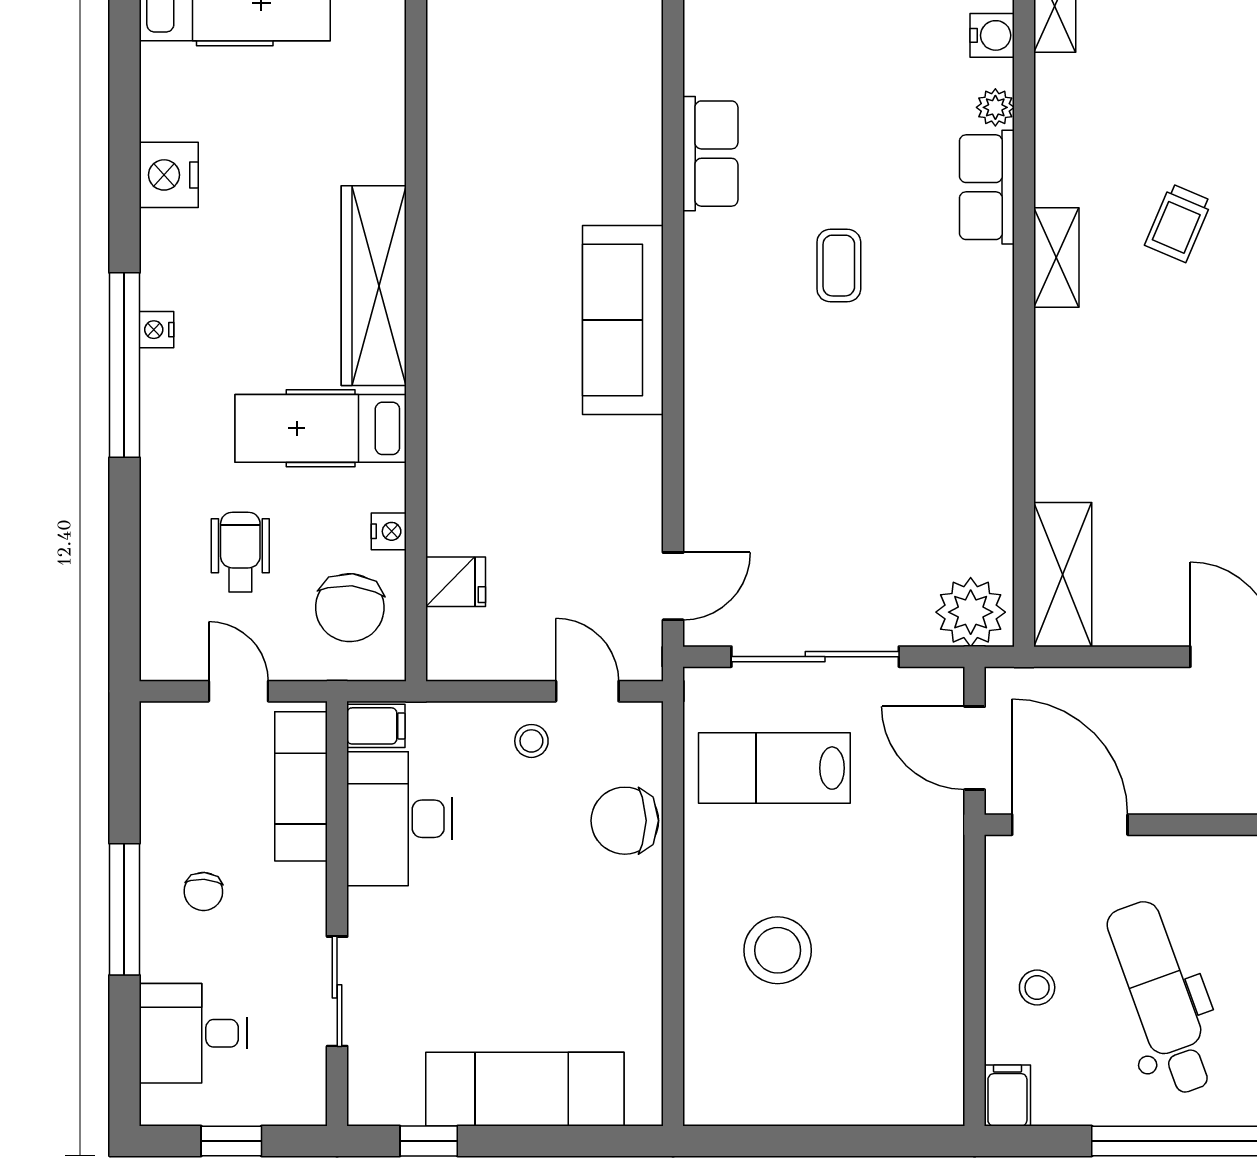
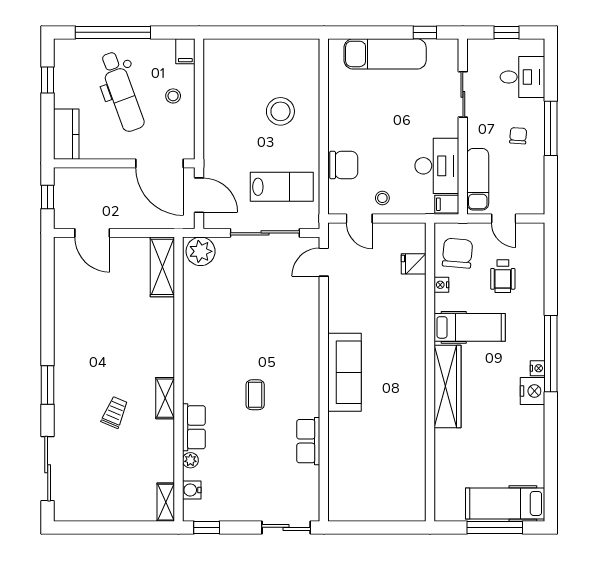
nightstand: (169, 175) -> (532, 391), moved

